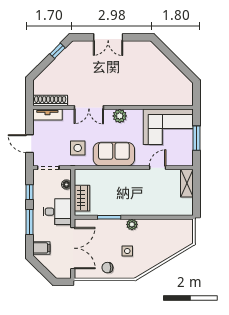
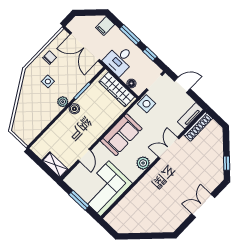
side table: (78, 148) -> (146, 104), moved
wardrobe: (82, 198) -> (117, 89), width x1.50
boiler: (129, 210) -> (74, 109), added

